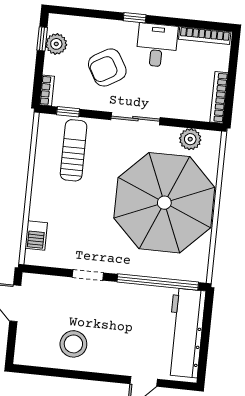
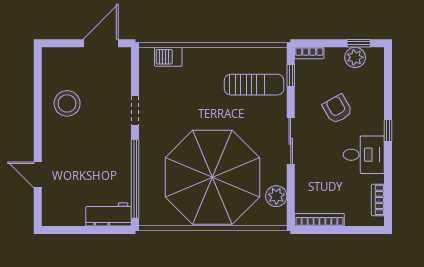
bookcase: (205, 36) -> (378, 200), width x0.64
armchair: (107, 67) -> (337, 109), width x0.72, depth x0.72
workbench: (186, 333) -> (109, 214), width x0.53, depth x0.76

